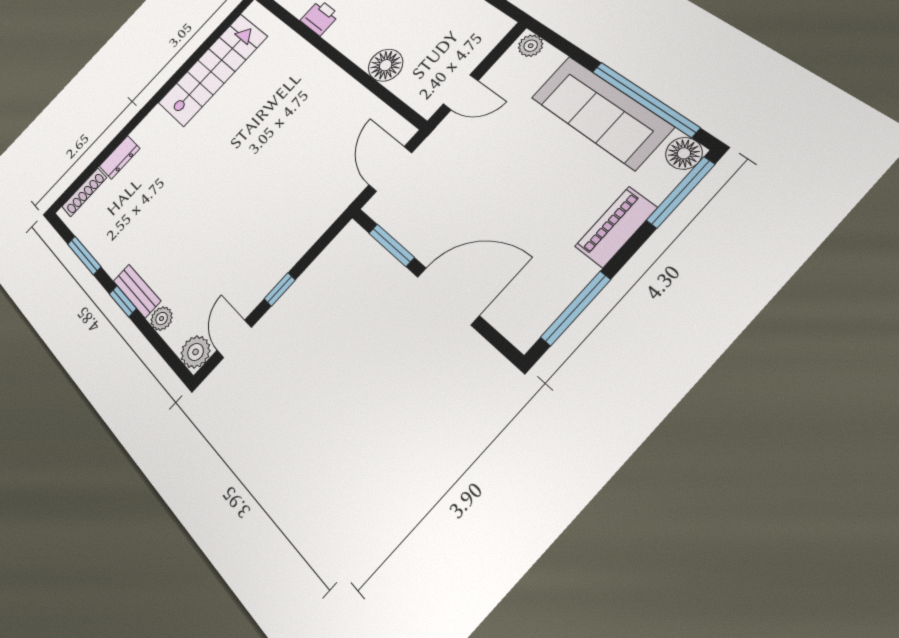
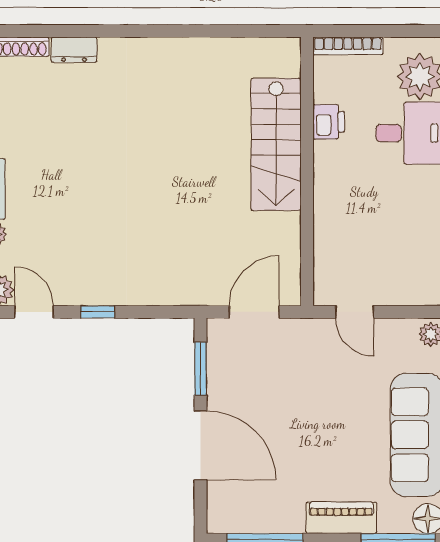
floor lamp: (386, 65) -> (331, 226), removed
stairs: (213, 70) -> (276, 144), moved, turned 90
door: (234, 339) -> (34, 312), hinge flipped

